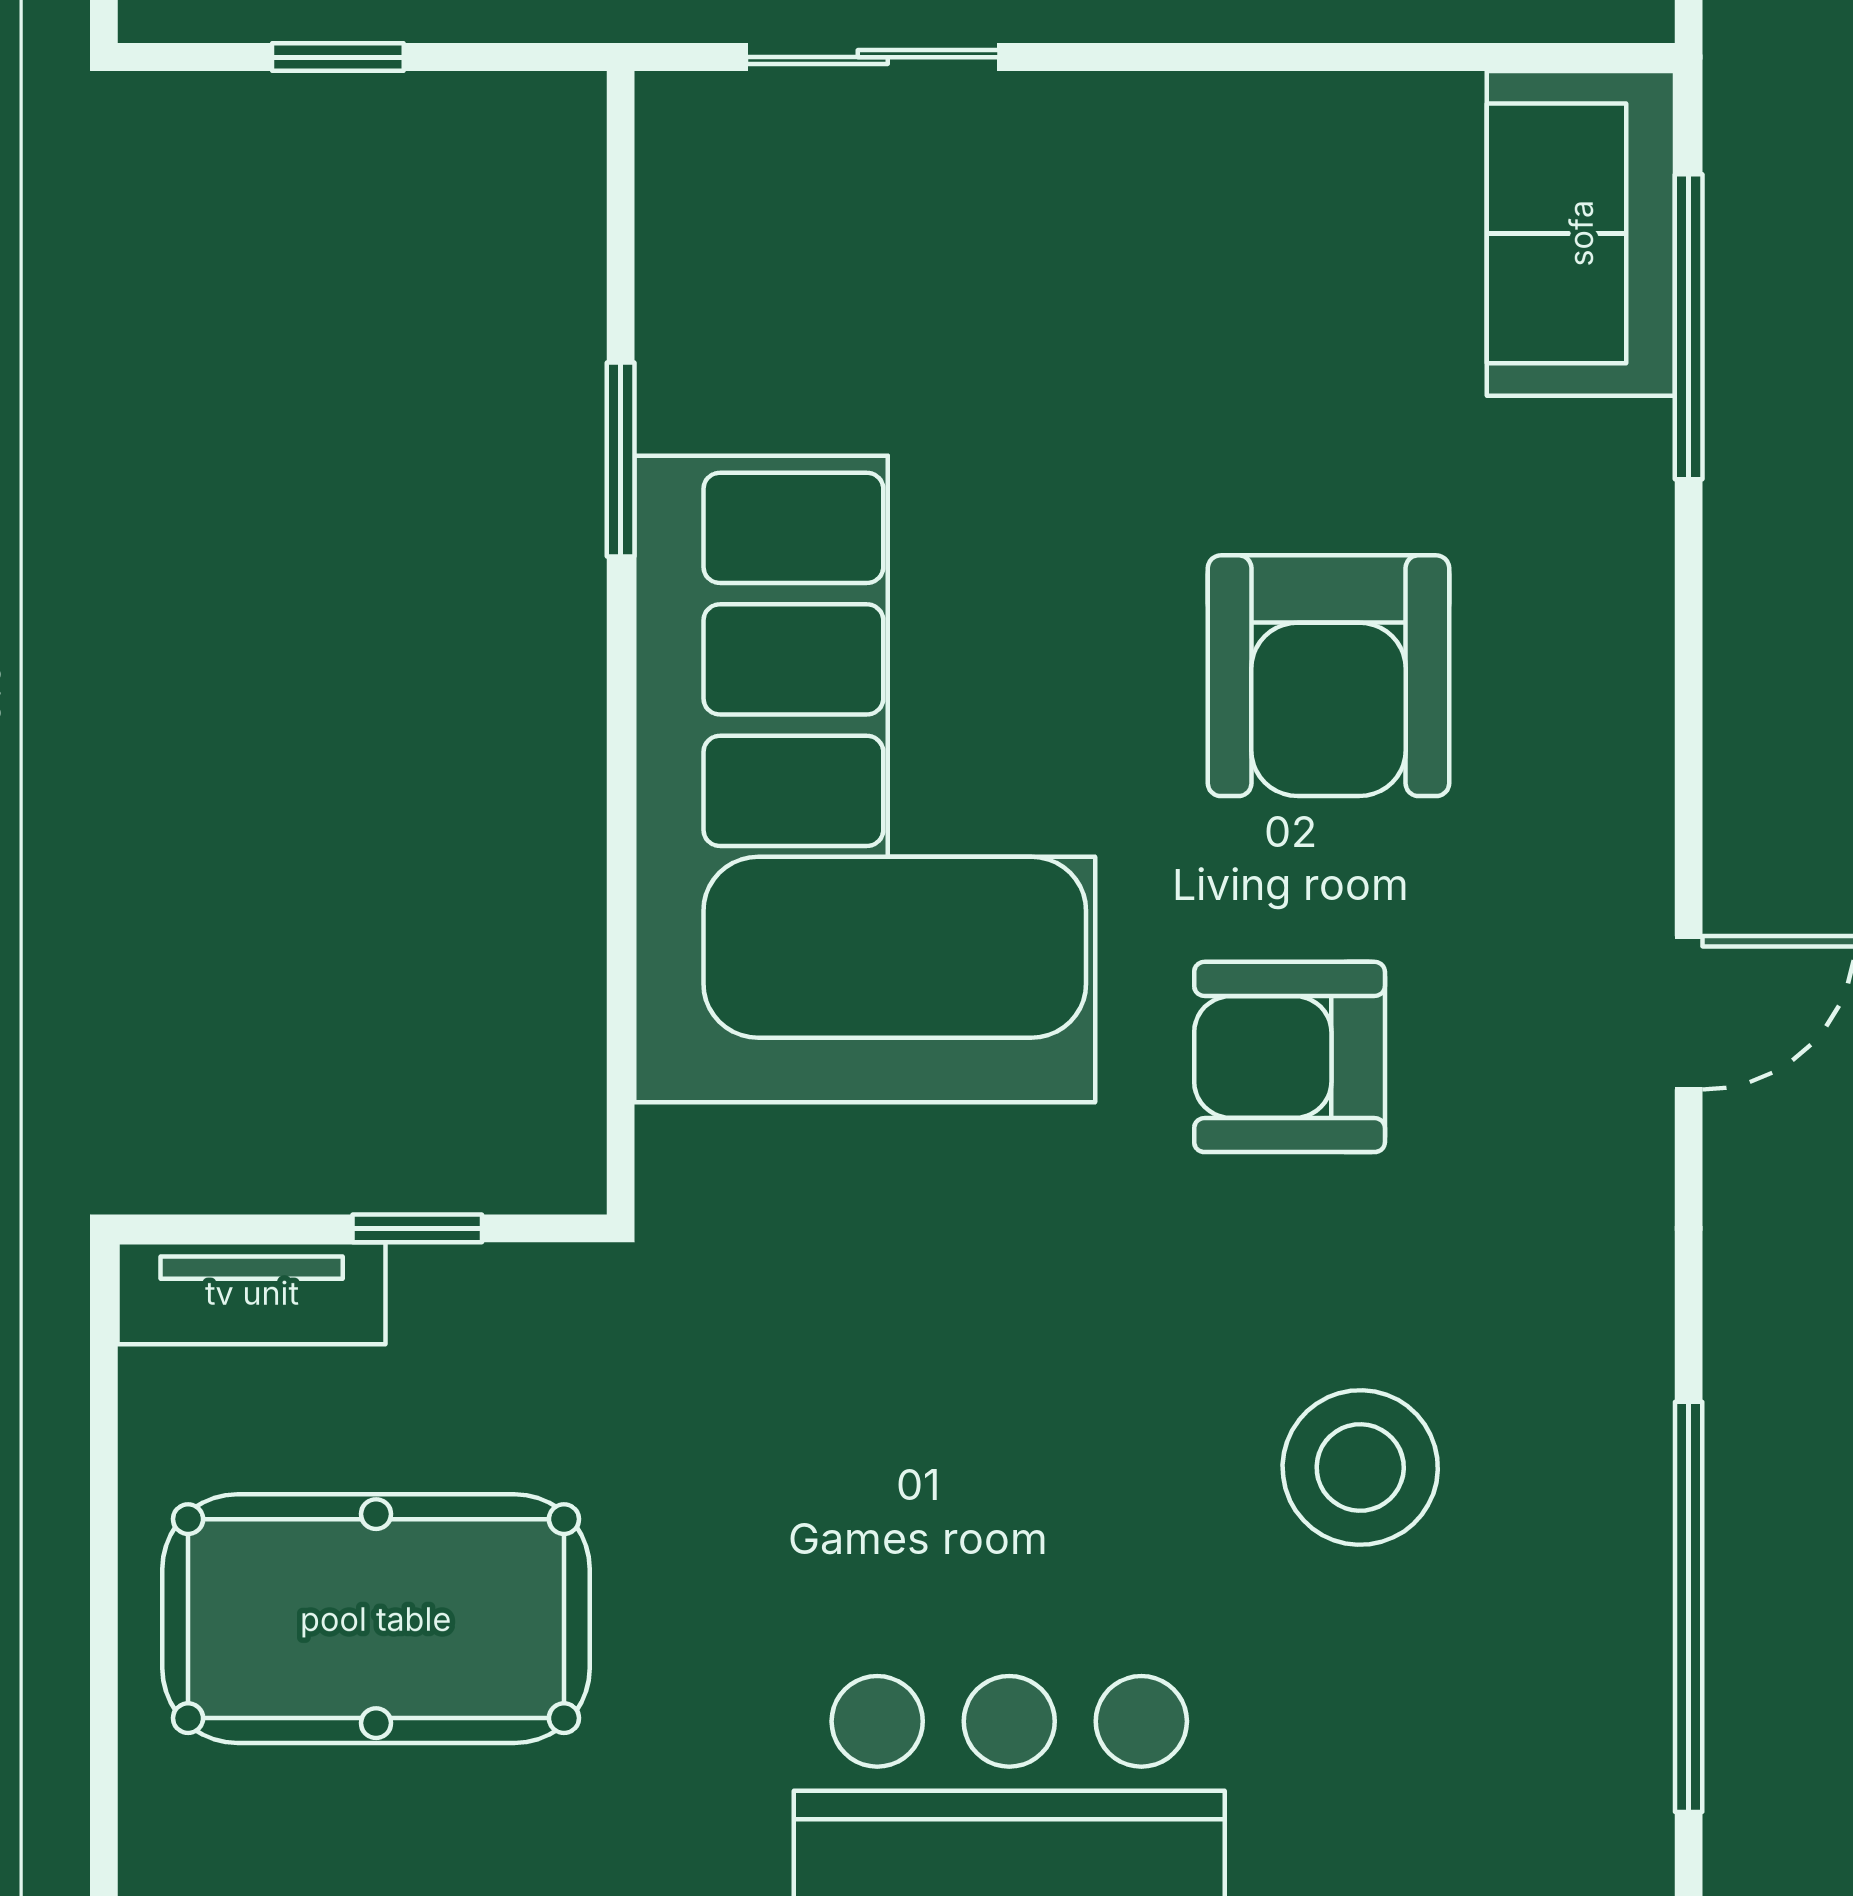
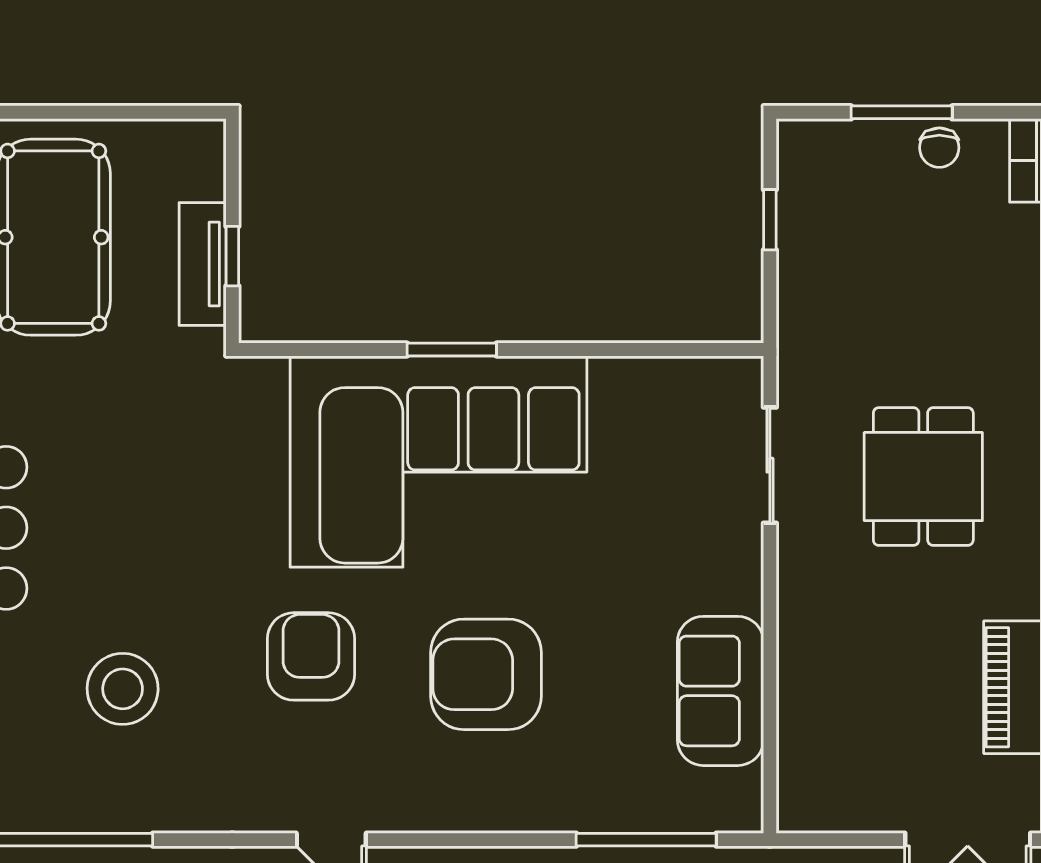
sofa: (1581, 233) -> (720, 691), moved, turned -90
window: (621, 460) -> (452, 349), moved
tv unit: (252, 1293) -> (203, 264), moved

